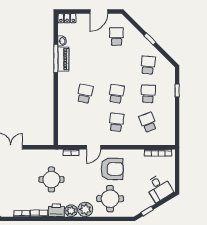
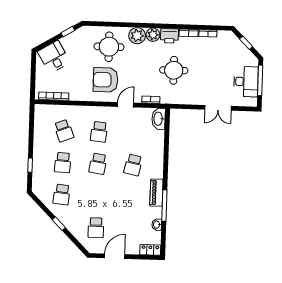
piano: (63, 59) -> (156, 193), moved
washbasin: (64, 136) -> (158, 119), added

